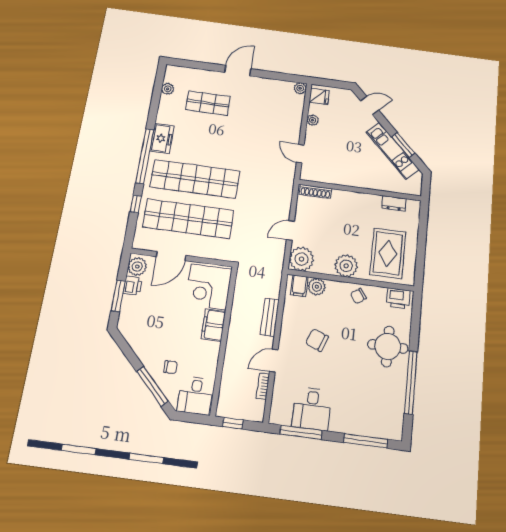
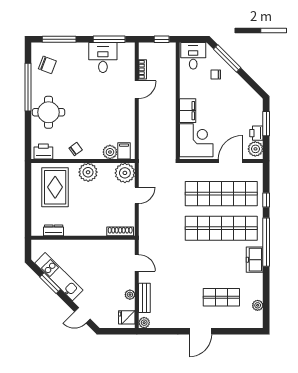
bench: (270, 317) -> (144, 298), moved
chair: (317, 340) -> (47, 65), moved

